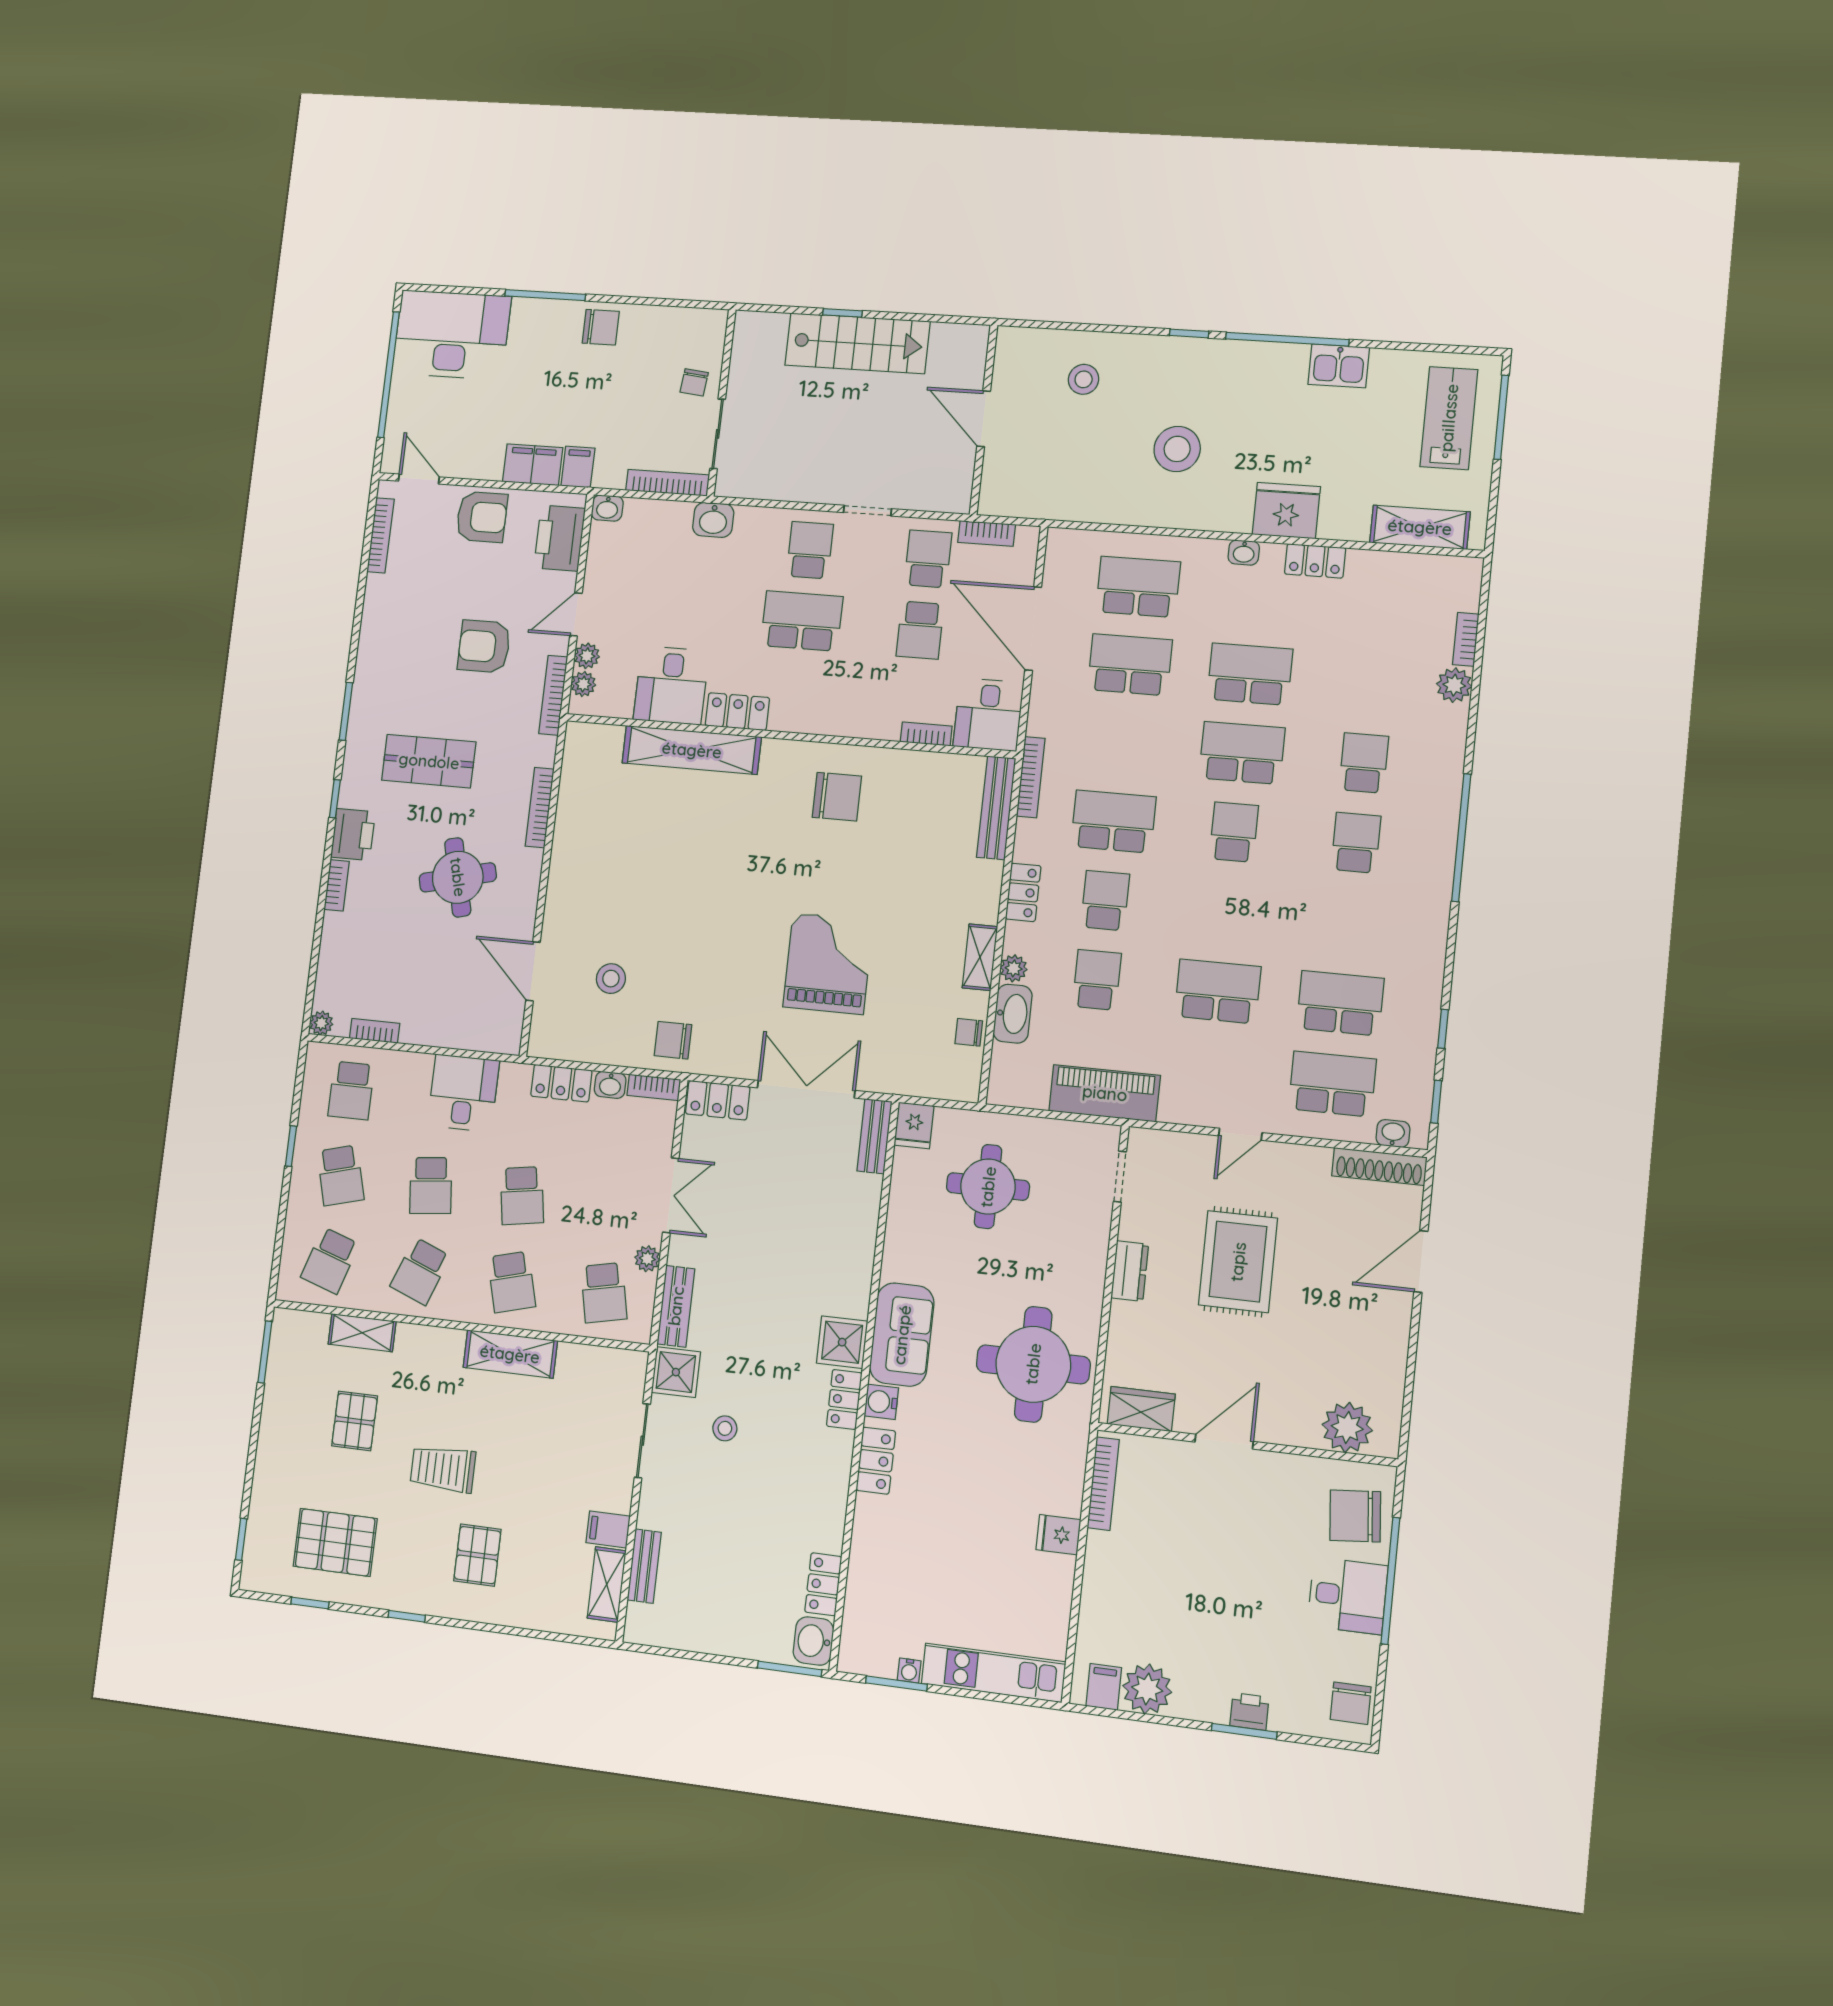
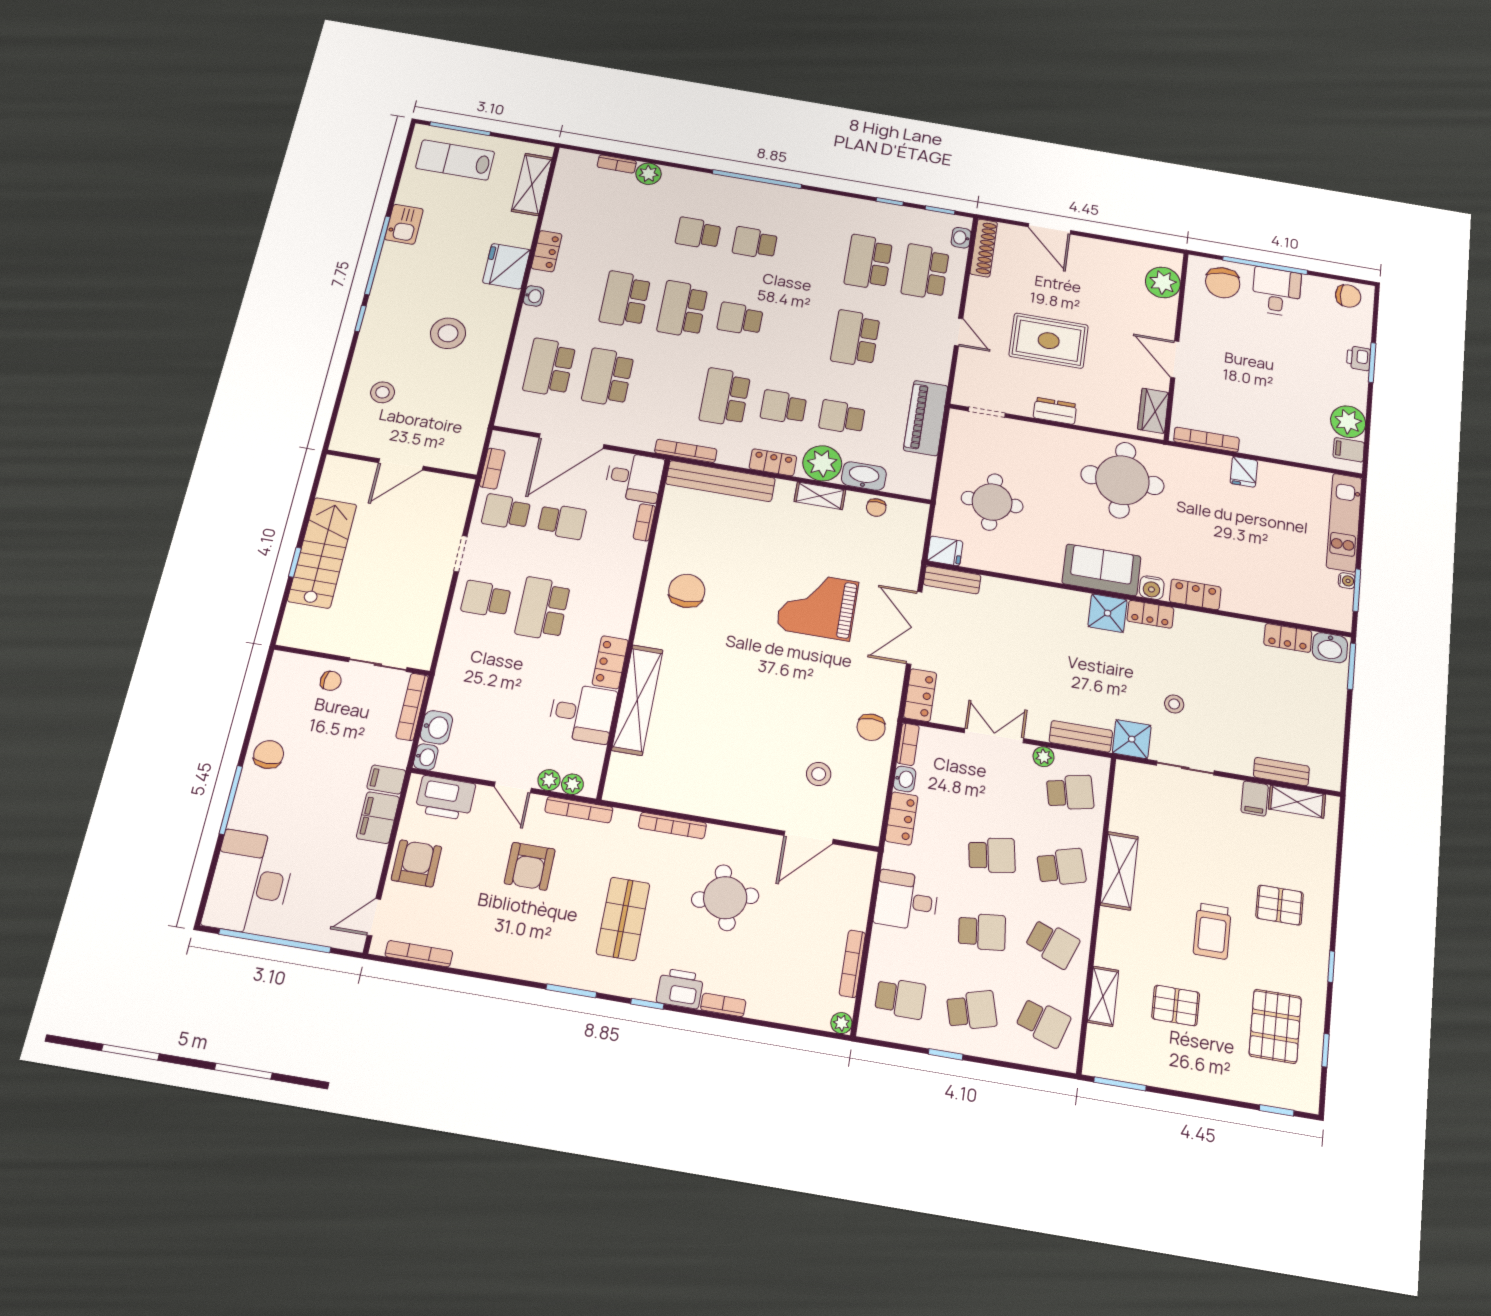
washbasin: (713, 520) -> (436, 727), moved
bench: (996, 808) -> (720, 481), width x1.37, depth x1.21
plant: (1014, 968) -> (822, 463), width x1.87, depth x1.87
bookcase: (375, 1031) -> (852, 964), width x1.56

